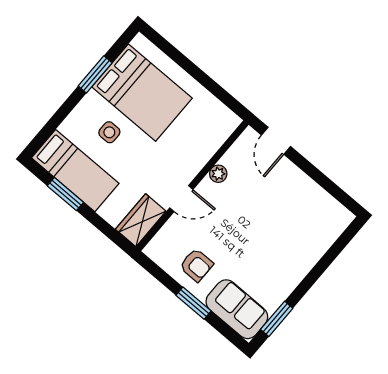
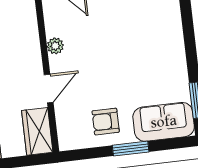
armchair: (196, 265) -> (106, 122), turned 180

